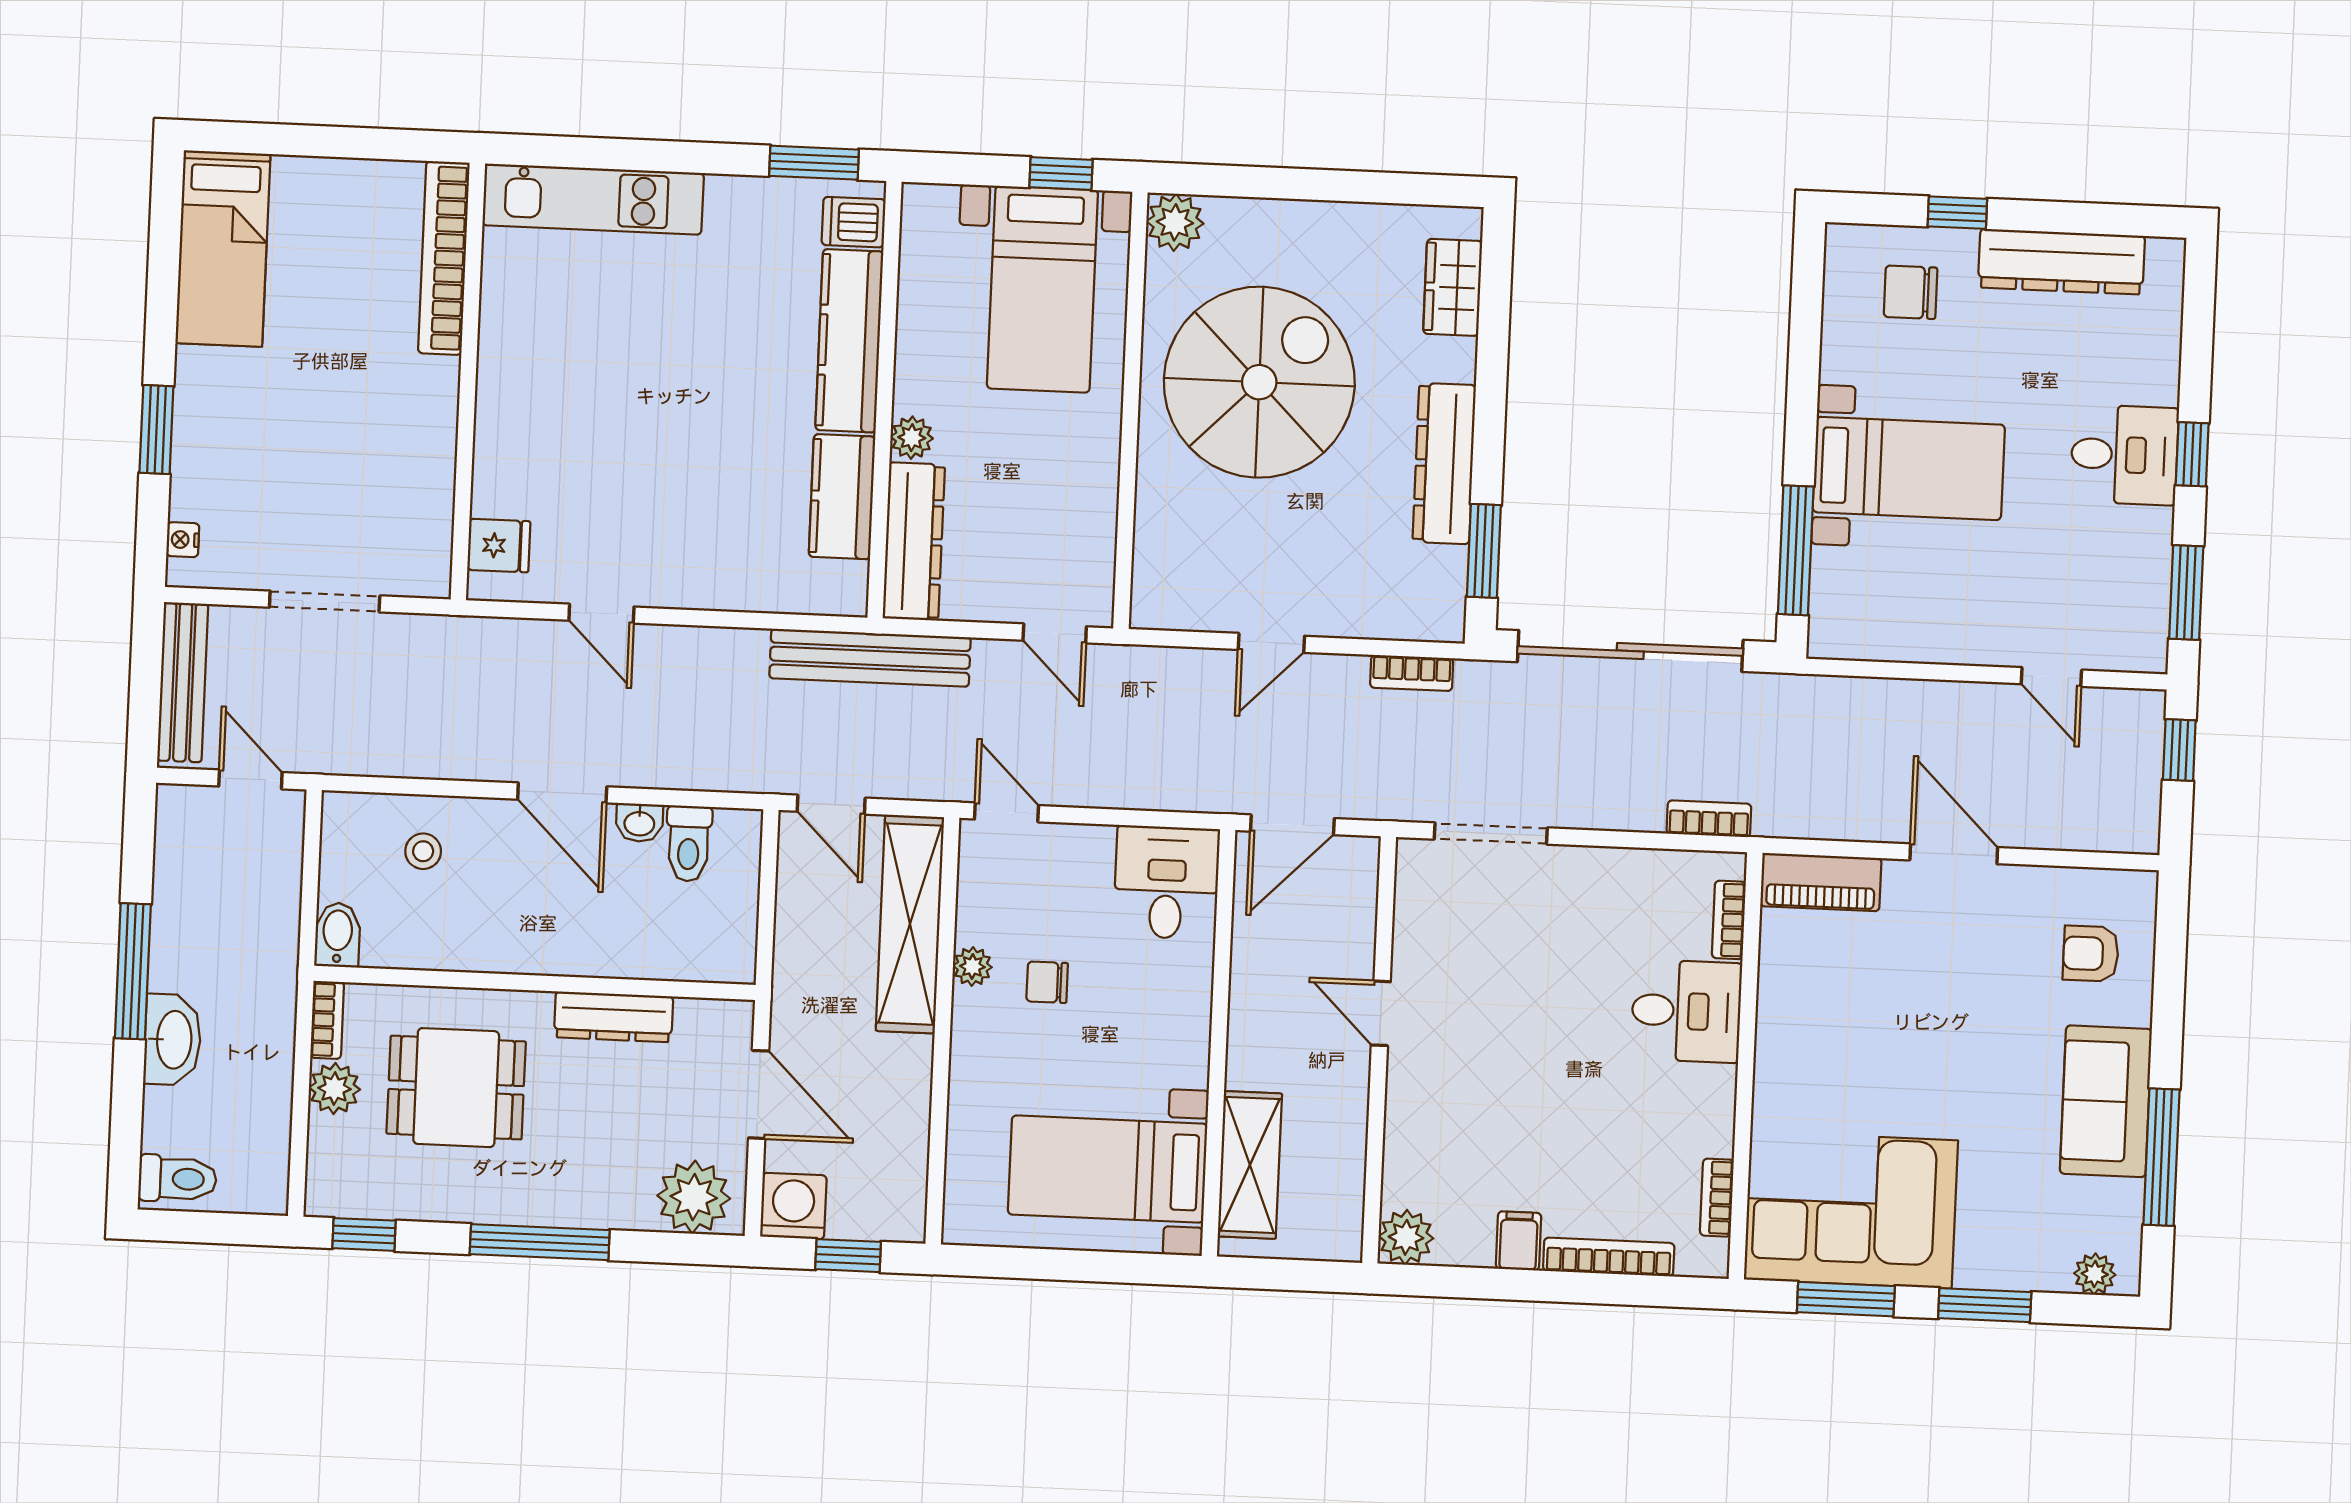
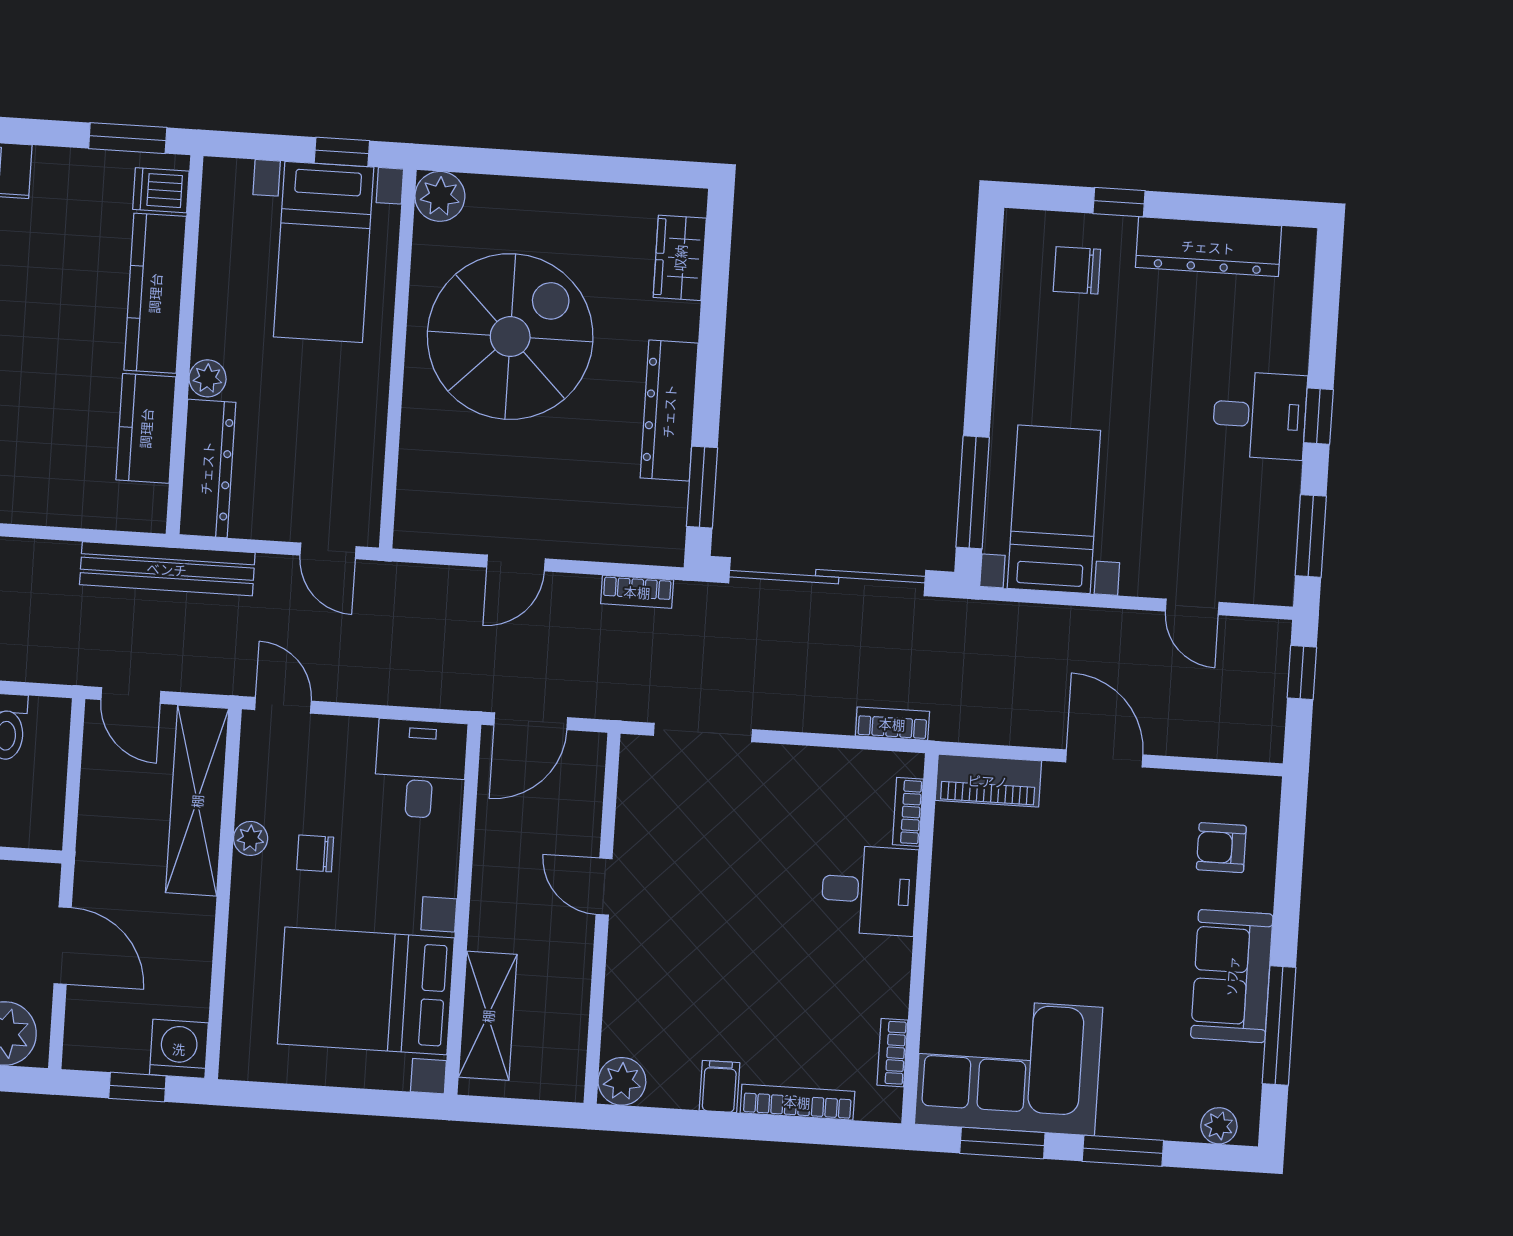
bed with nightstands: (1909, 468) -> (1054, 509), moved, turned -90
bed with nightstands: (1108, 1169) -> (366, 991), width x1.36
washing machine: (793, 1206) -> (179, 1049), moved

